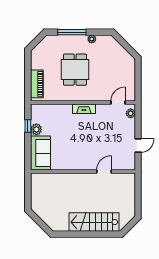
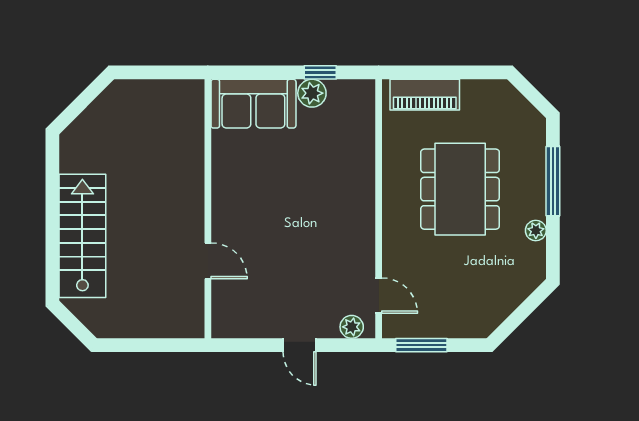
dining table: (75, 70) -> (460, 189), width x1.38
window: (138, 85) -> (421, 345), added
fireplace: (84, 109) -> (363, 211), removed
door: (138, 146) -> (300, 345), moved

